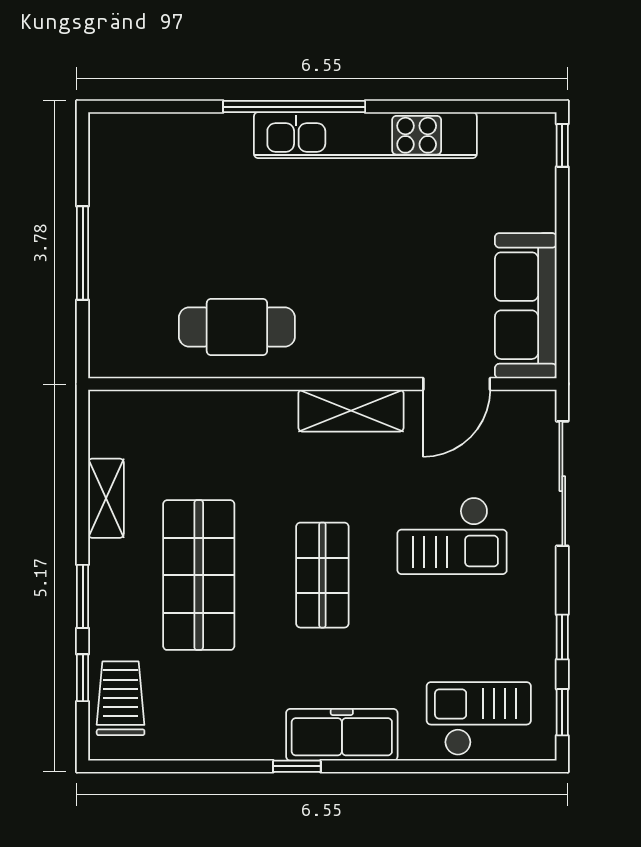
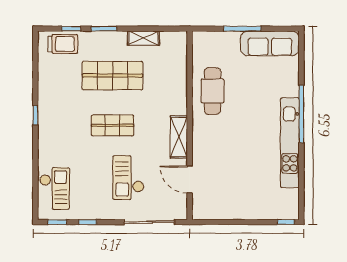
sofa: (526, 306) -> (270, 43), moved, turned 180
freezer: (342, 735) -> (48, 133), removed

